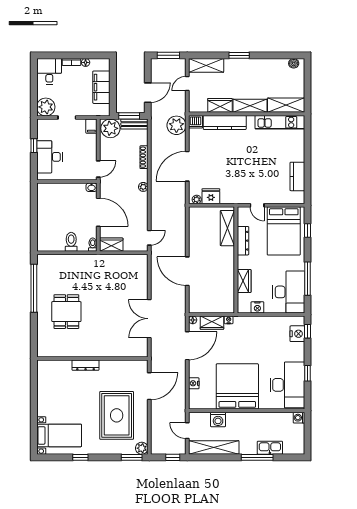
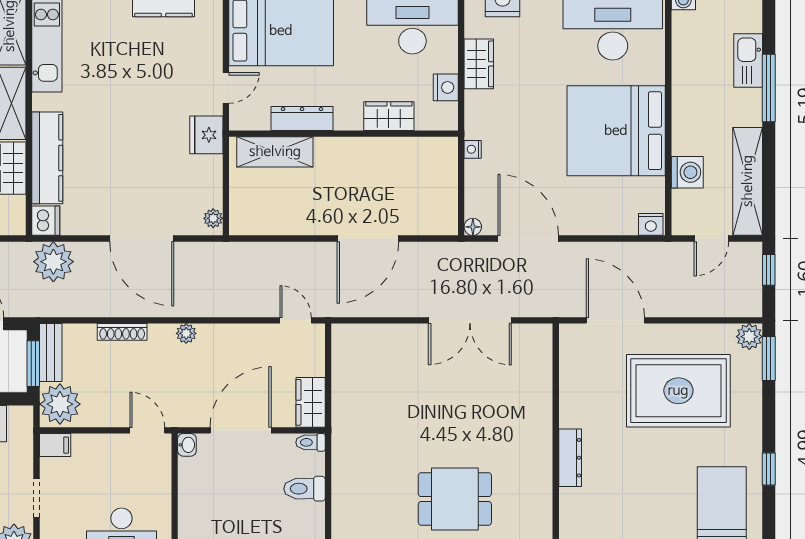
fridge: (211, 196) -> (206, 135), moved
wardrobe: (212, 323) -> (479, 64), moved
nightstand: (194, 383) -> (651, 224), moved

